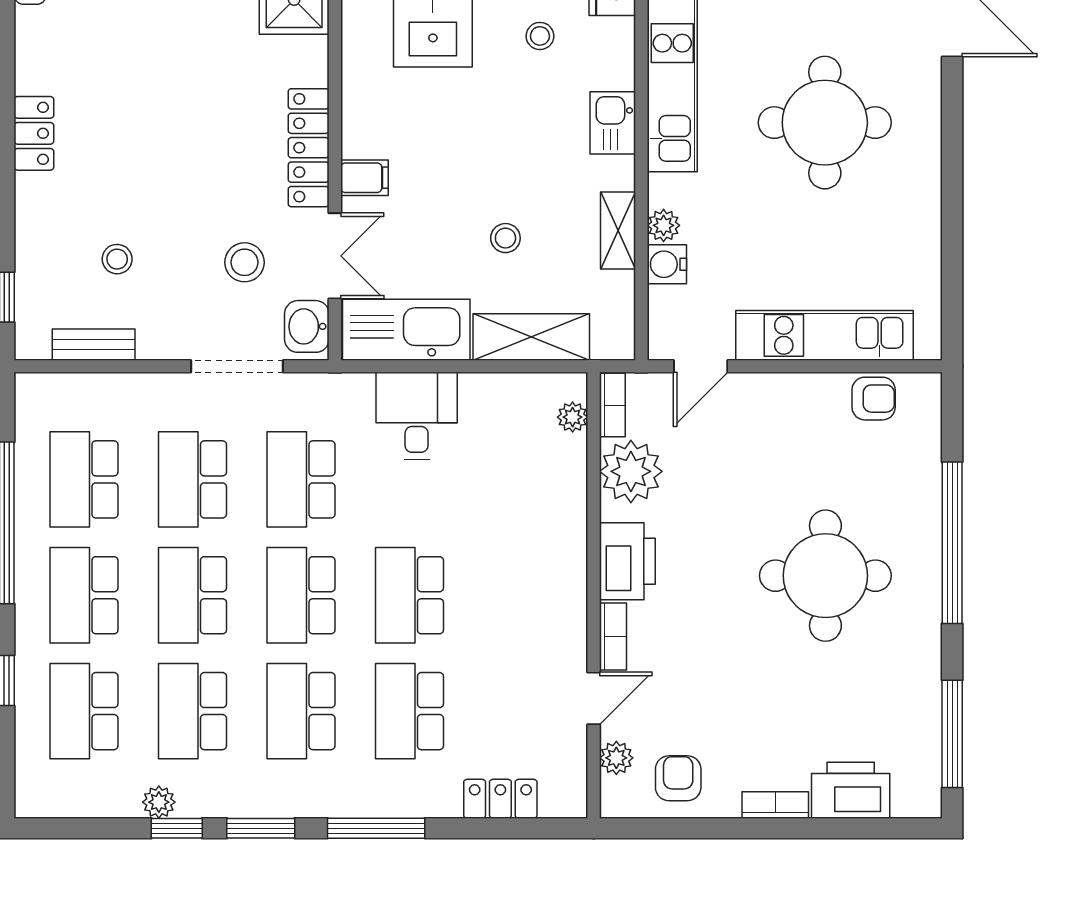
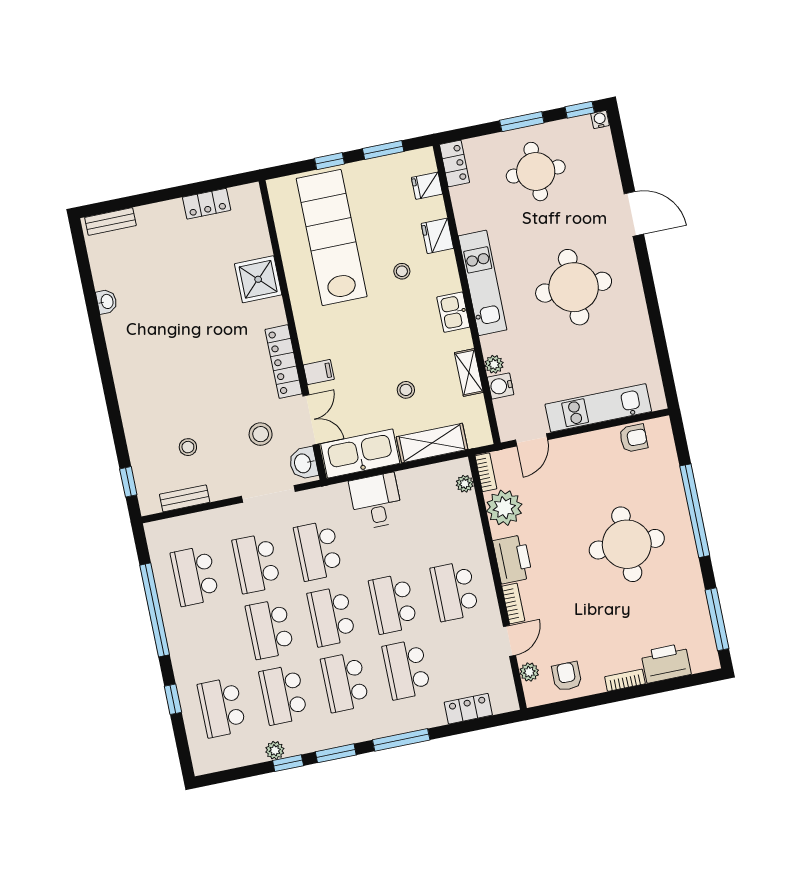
locker: (34, 133) -> (126, 385), removed
school desk: (84, 595) -> (455, 591), moved

